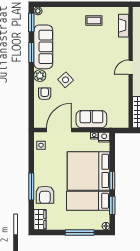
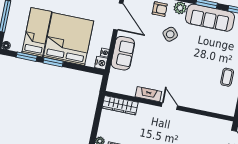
fireplace: (124, 26) -> (148, 94), moved

